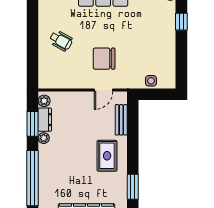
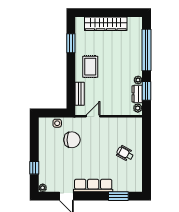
chair: (104, 59) -> (72, 140), moved

